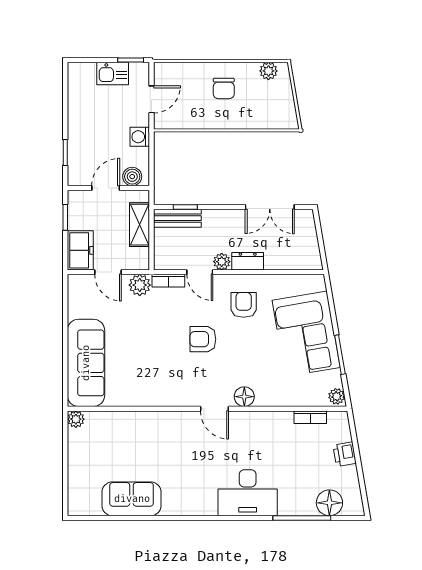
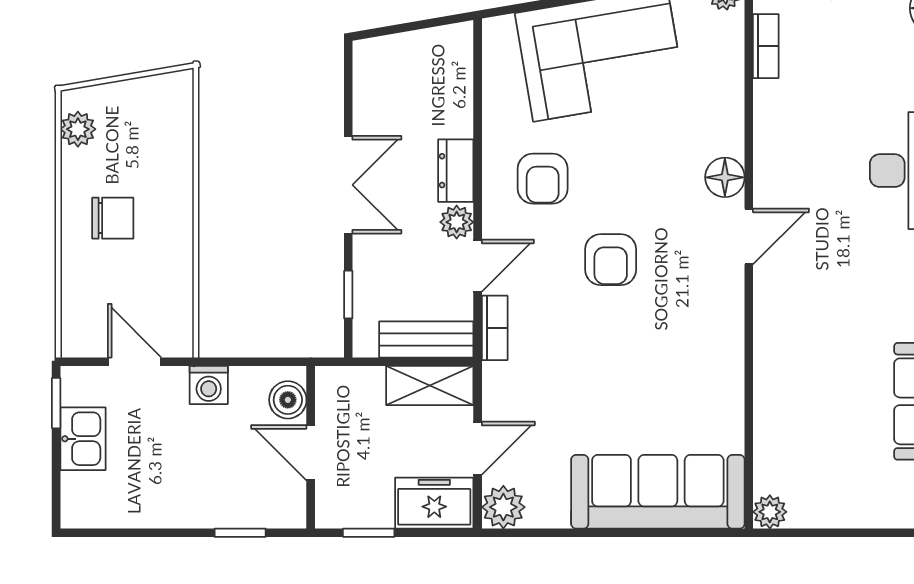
double door: (270, 207) -> (348, 185), moved
bench: (177, 218) -> (426, 340), moved, turned 90
shelving: (139, 225) -> (430, 386), moved
plant: (140, 285) -> (503, 507), moved
armchair: (244, 305) -> (543, 179), turned -90

